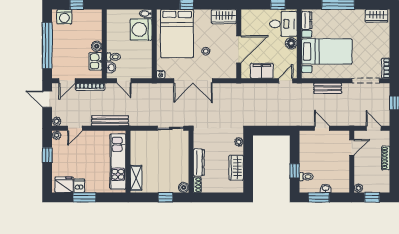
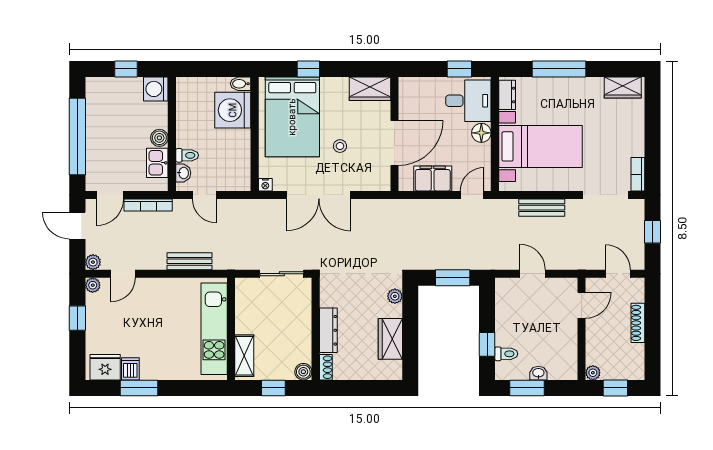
washing machine: (64, 17) -> (156, 89), moved, turned 90
bench: (110, 121) -> (190, 261), width x0.73
window: (274, 131) -> (453, 278), added
kitchen unit: (118, 162) -> (214, 329), moved
wall: (128, 162) -> (231, 329), moved
shelving: (136, 178) -> (244, 356), moved

